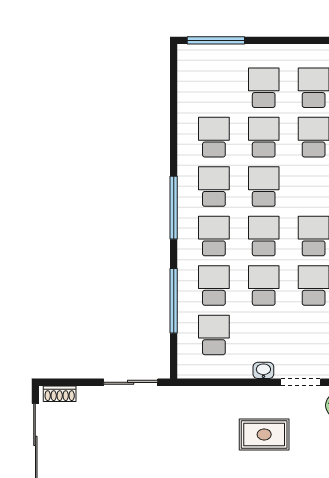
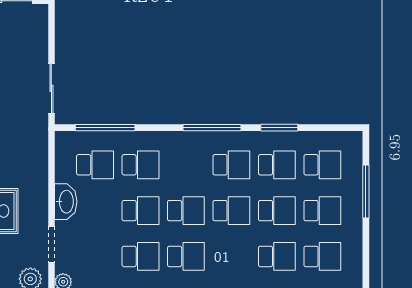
window: (216, 40) -> (366, 192), moved
window: (174, 135) -> (279, 128), added
school desk: (214, 236) -> (322, 165), moved
window: (174, 301) -> (105, 128), moved
washbasin: (263, 370) -> (66, 202), width x1.91, depth x1.45
shoe rack: (60, 394) -> (41, 23), removed

